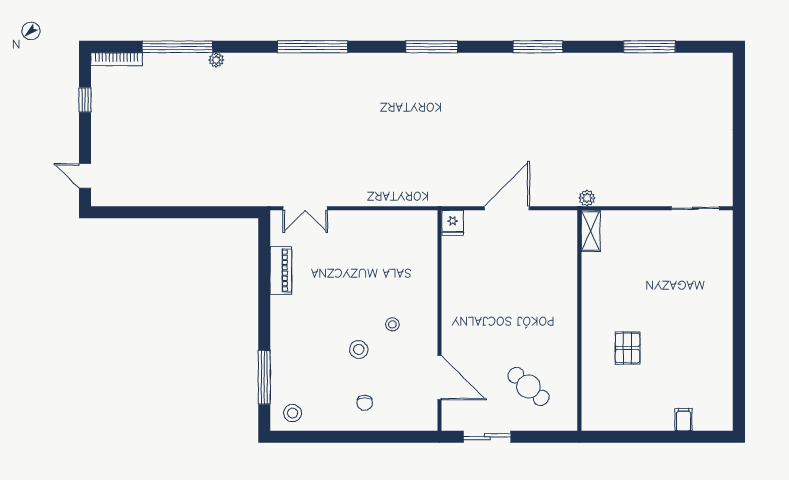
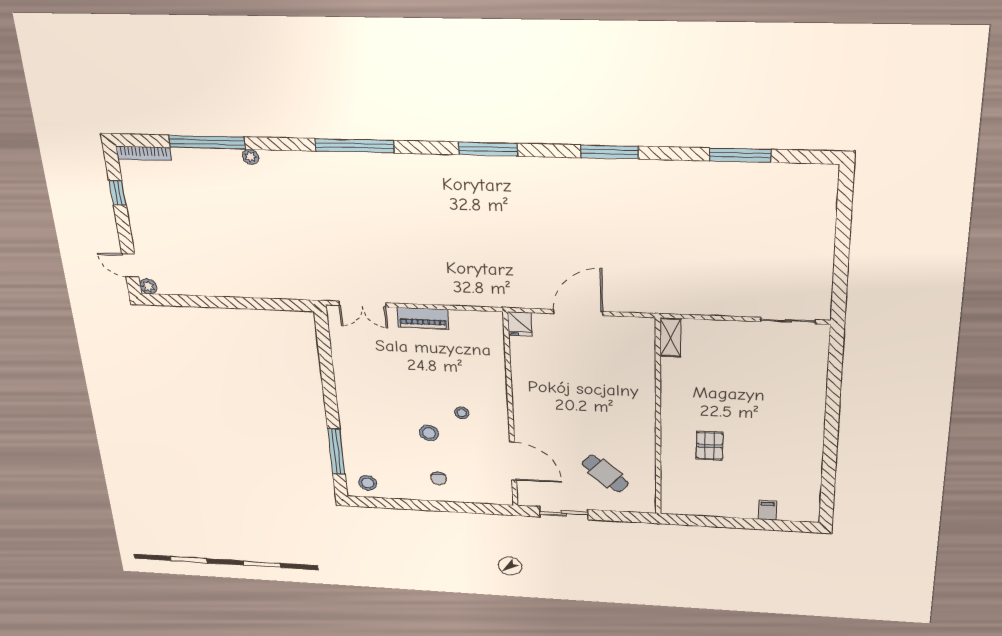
plant: (587, 198) -> (148, 286), moved
piano: (281, 270) -> (423, 318), moved, turned 90

